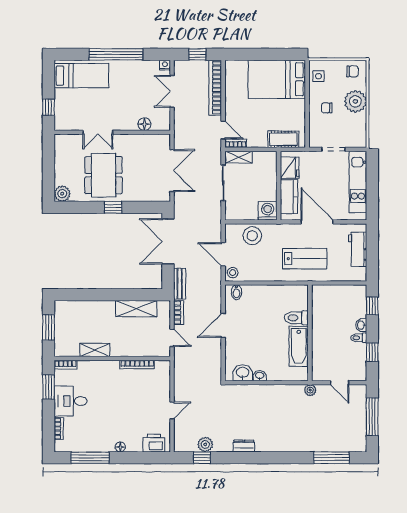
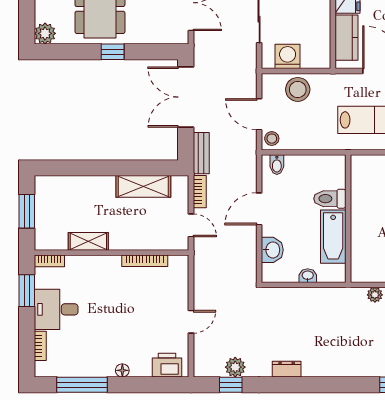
washing machine: (268, 211) -> (288, 56), moved
toilet: (296, 318) -> (330, 199), moved
wall: (310, 333) -> (348, 219), moved
bathtub: (299, 346) -> (333, 237), moved
washbasin: (243, 373) -> (272, 250), moved, turned 90

